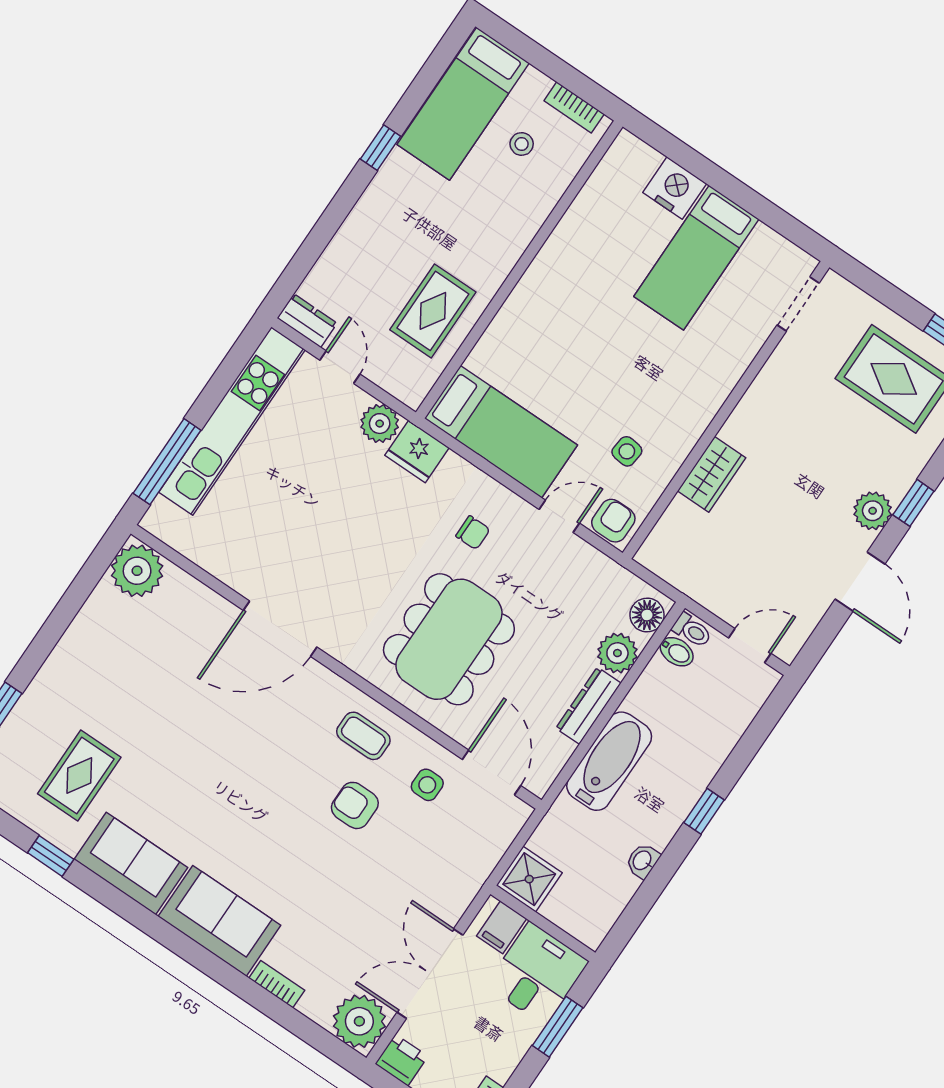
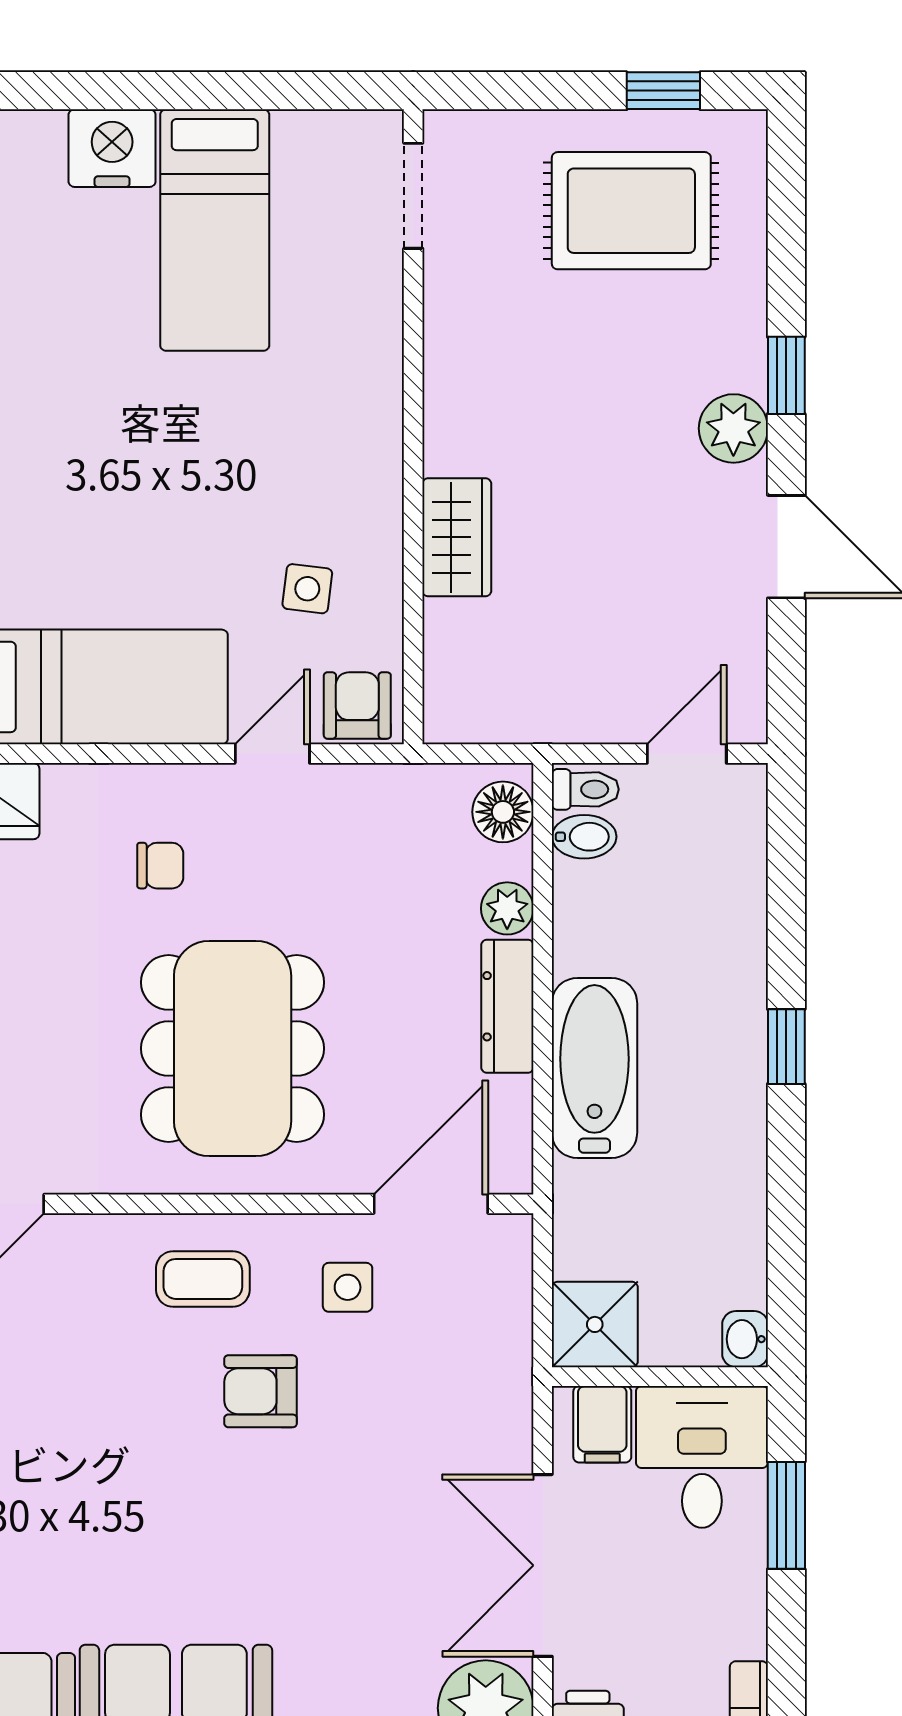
plant: (617, 653) -> (507, 908), width x0.73, depth x0.73
door: (492, 773) -> (431, 1204), hinge flipped
washbasin: (643, 861) -> (745, 1339), moved

